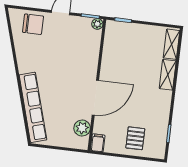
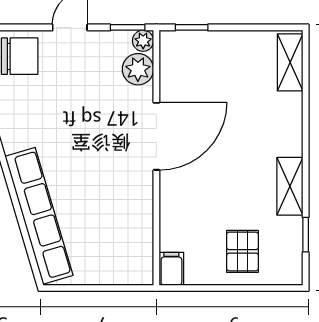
shelving: (168, 75) -> (290, 186), moved
door: (95, 98) -> (156, 136), moved
plant: (82, 128) -> (138, 69), moved

